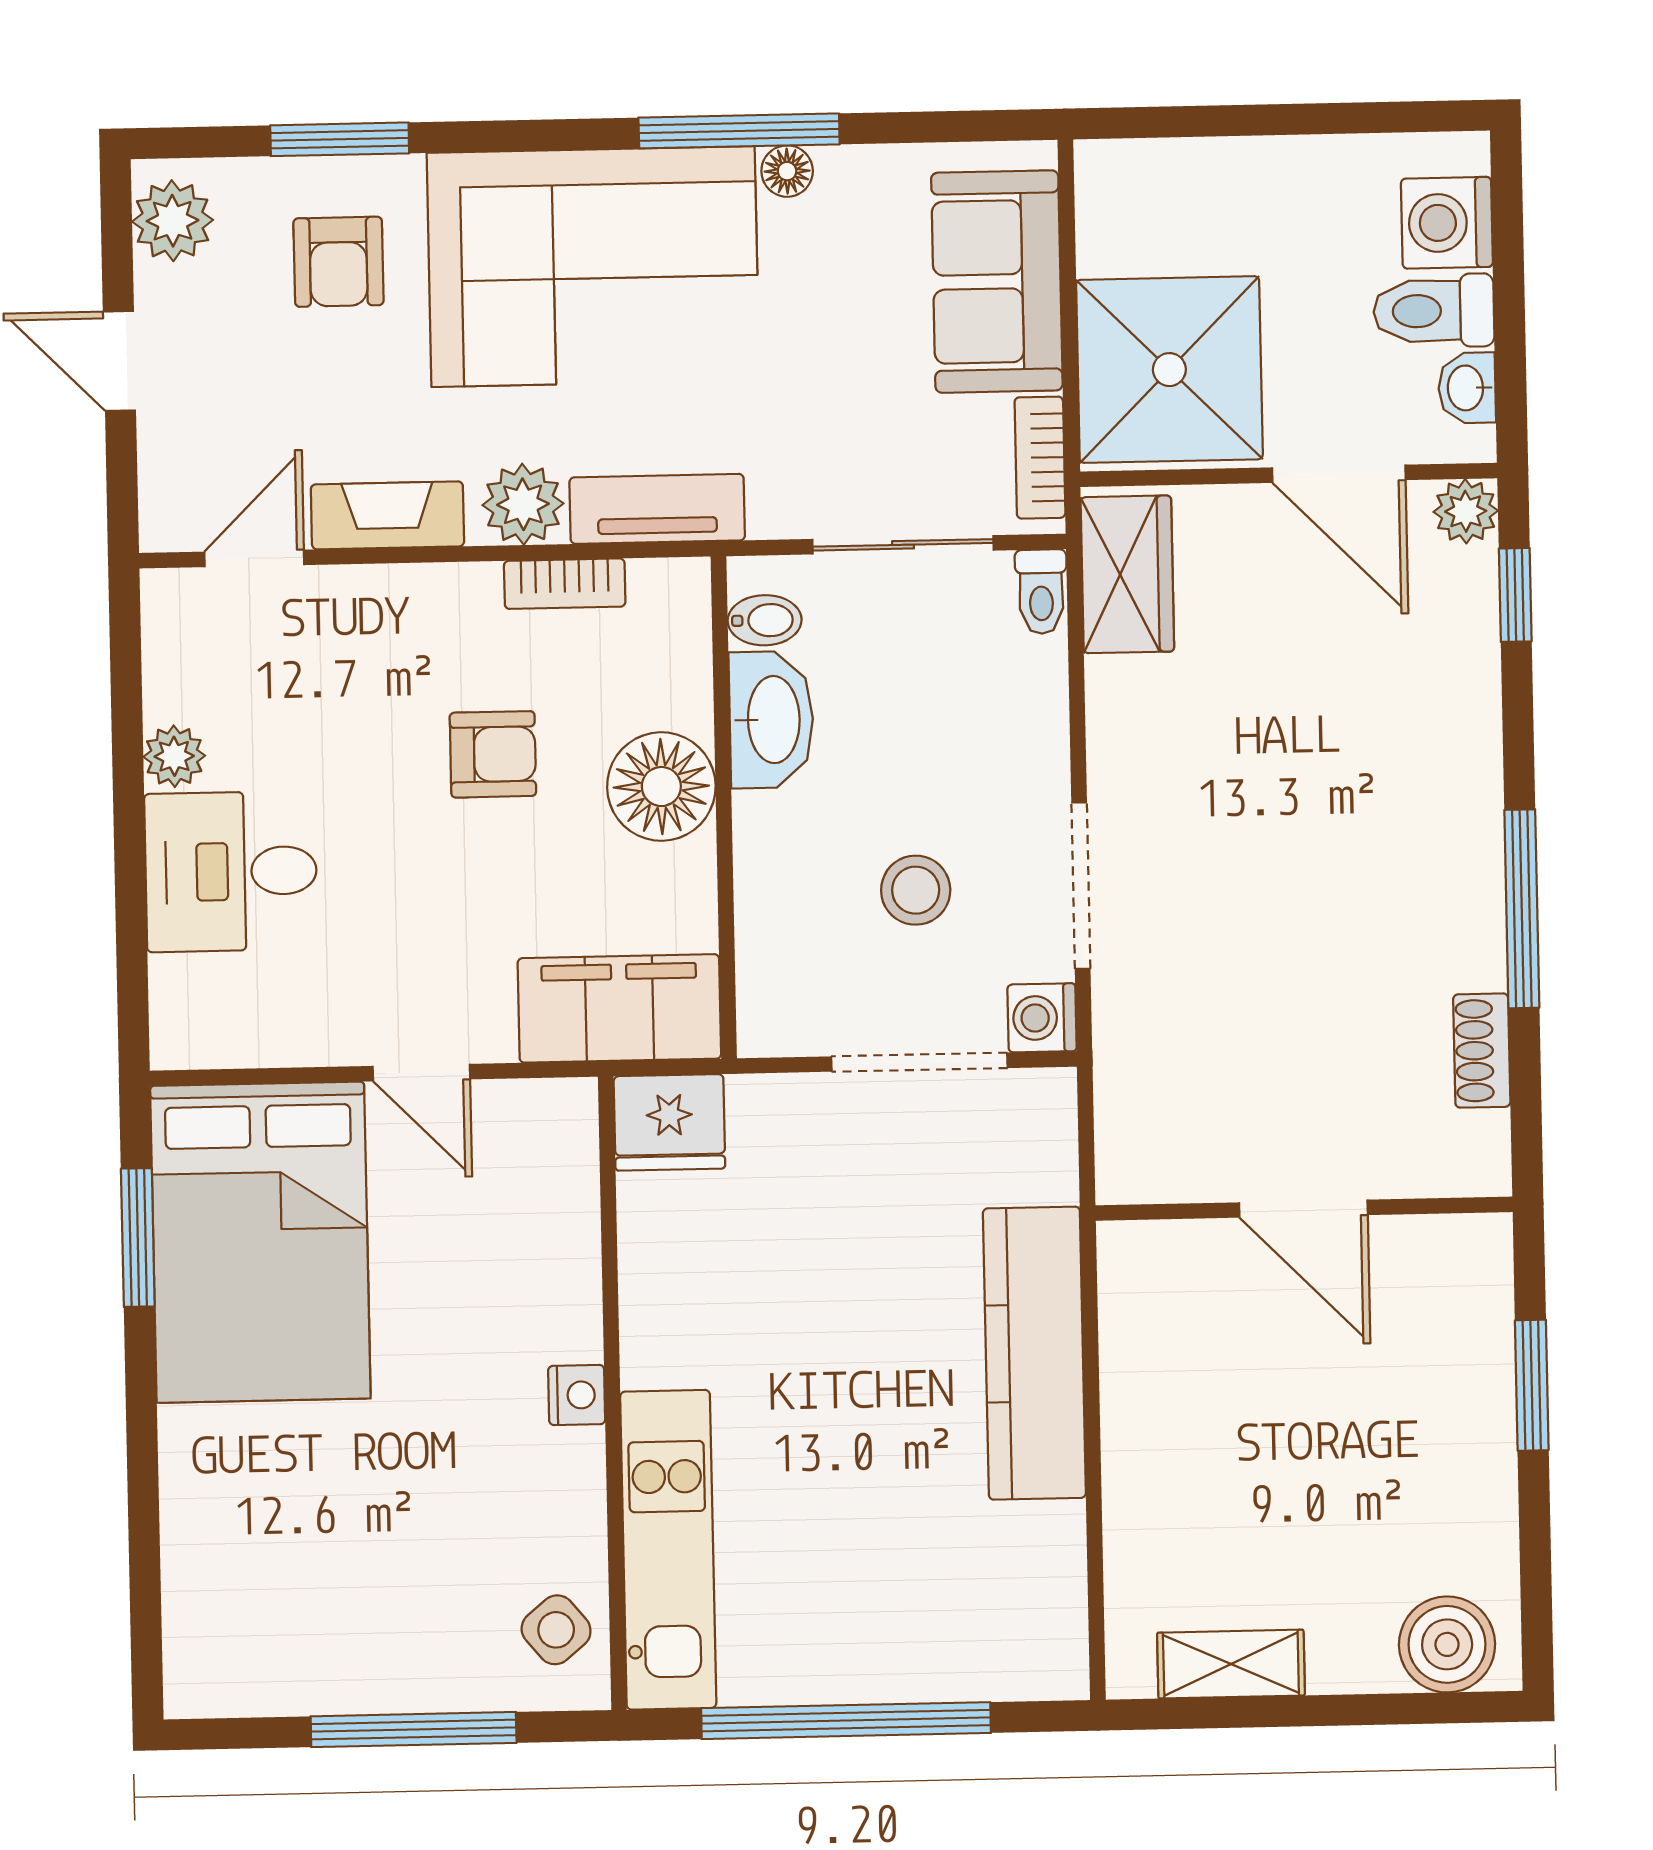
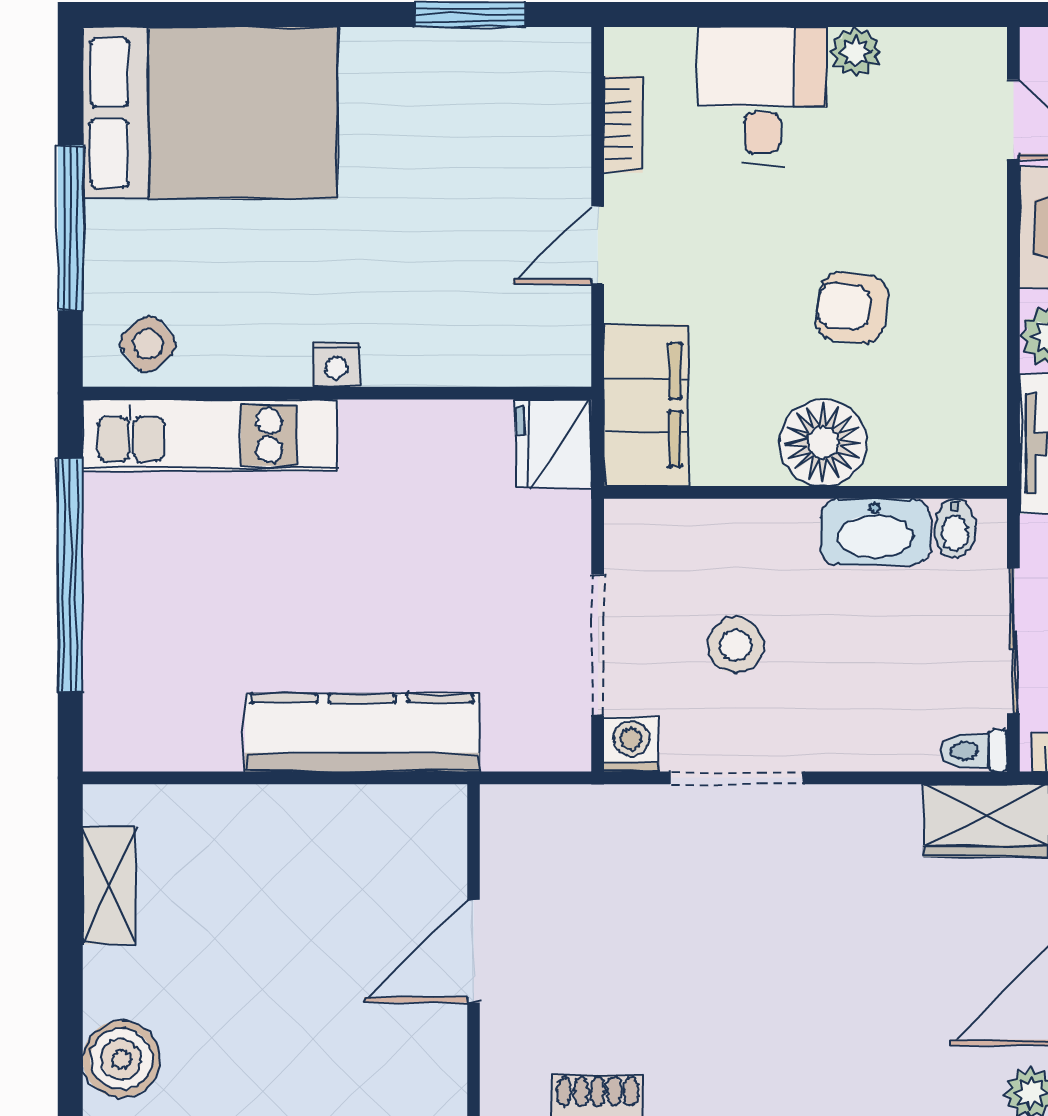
bookcase: (565, 584) -> (623, 124), moved, turned 180
armchair: (493, 754) -> (852, 308), turned 98
bed: (260, 1242) -> (210, 113), moved, turned 180

